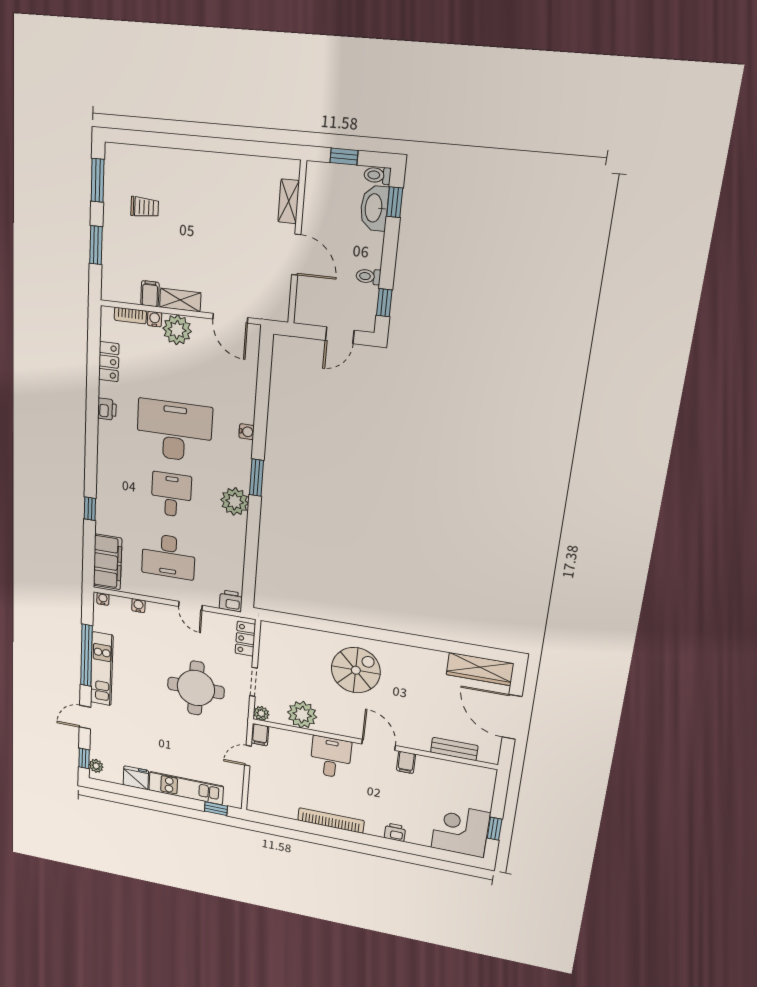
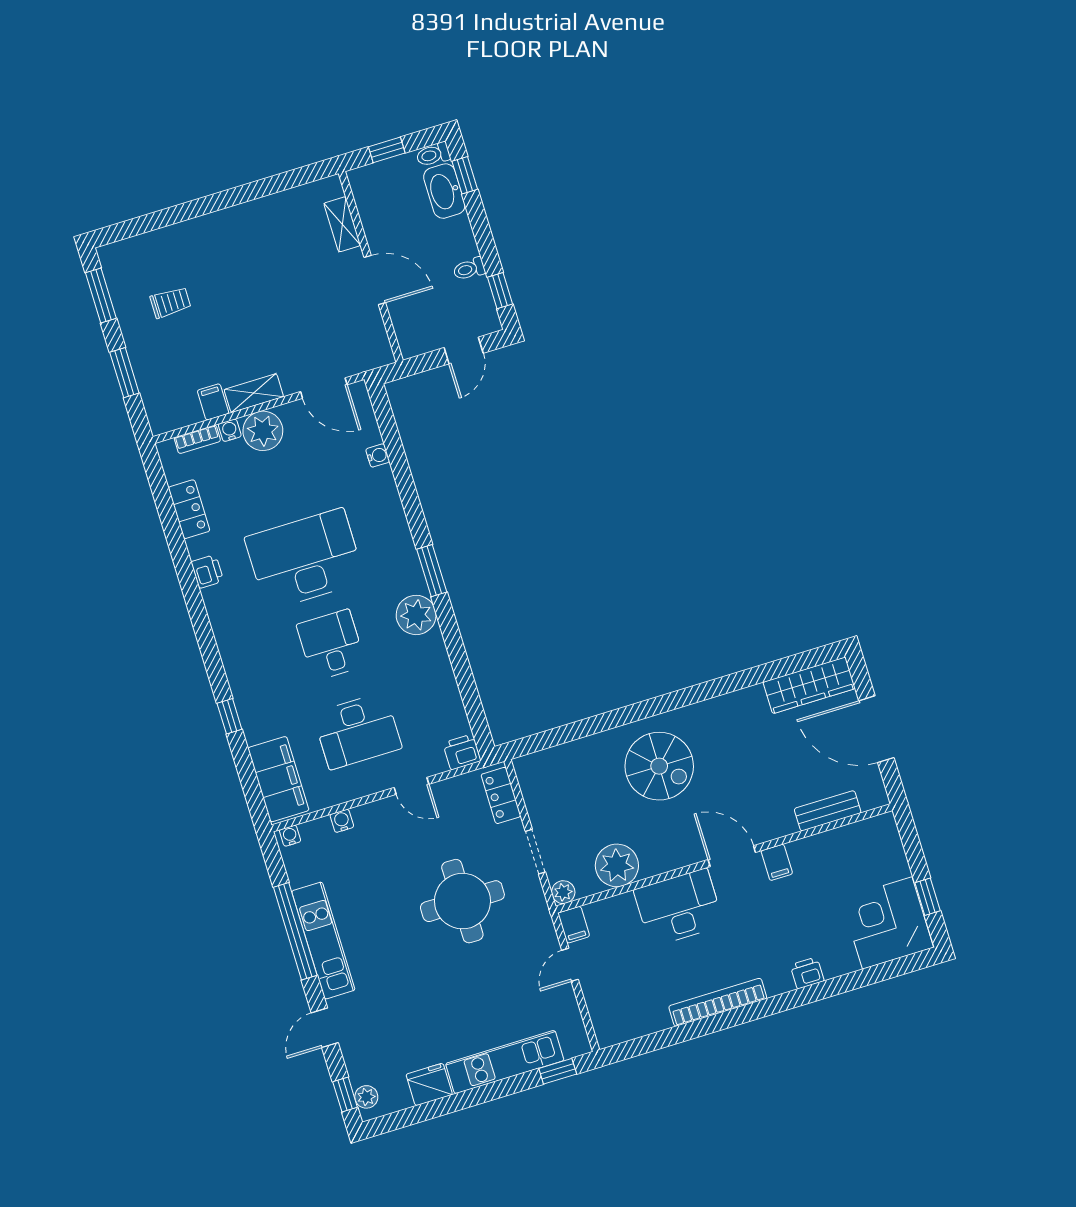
water cooler: (247, 432) -> (378, 455), moved
spiral stairs: (356, 670) -> (659, 766), turned 90
desk: (331, 757) -> (679, 908), width x1.37

